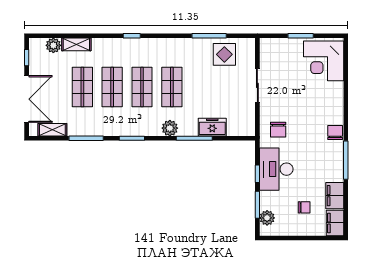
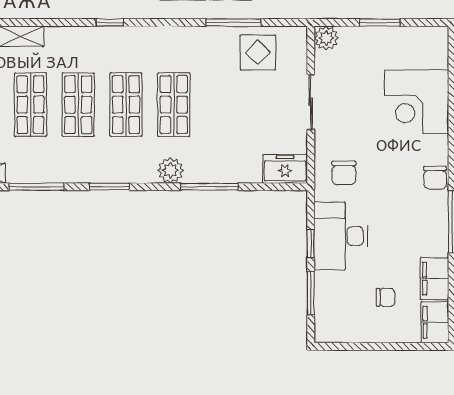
corner desk: (324, 61) -> (417, 102), moved
freezer: (212, 127) -> (285, 169), moved
chair: (335, 133) -> (435, 178), turned 180
plant: (267, 218) -> (326, 38), moved

